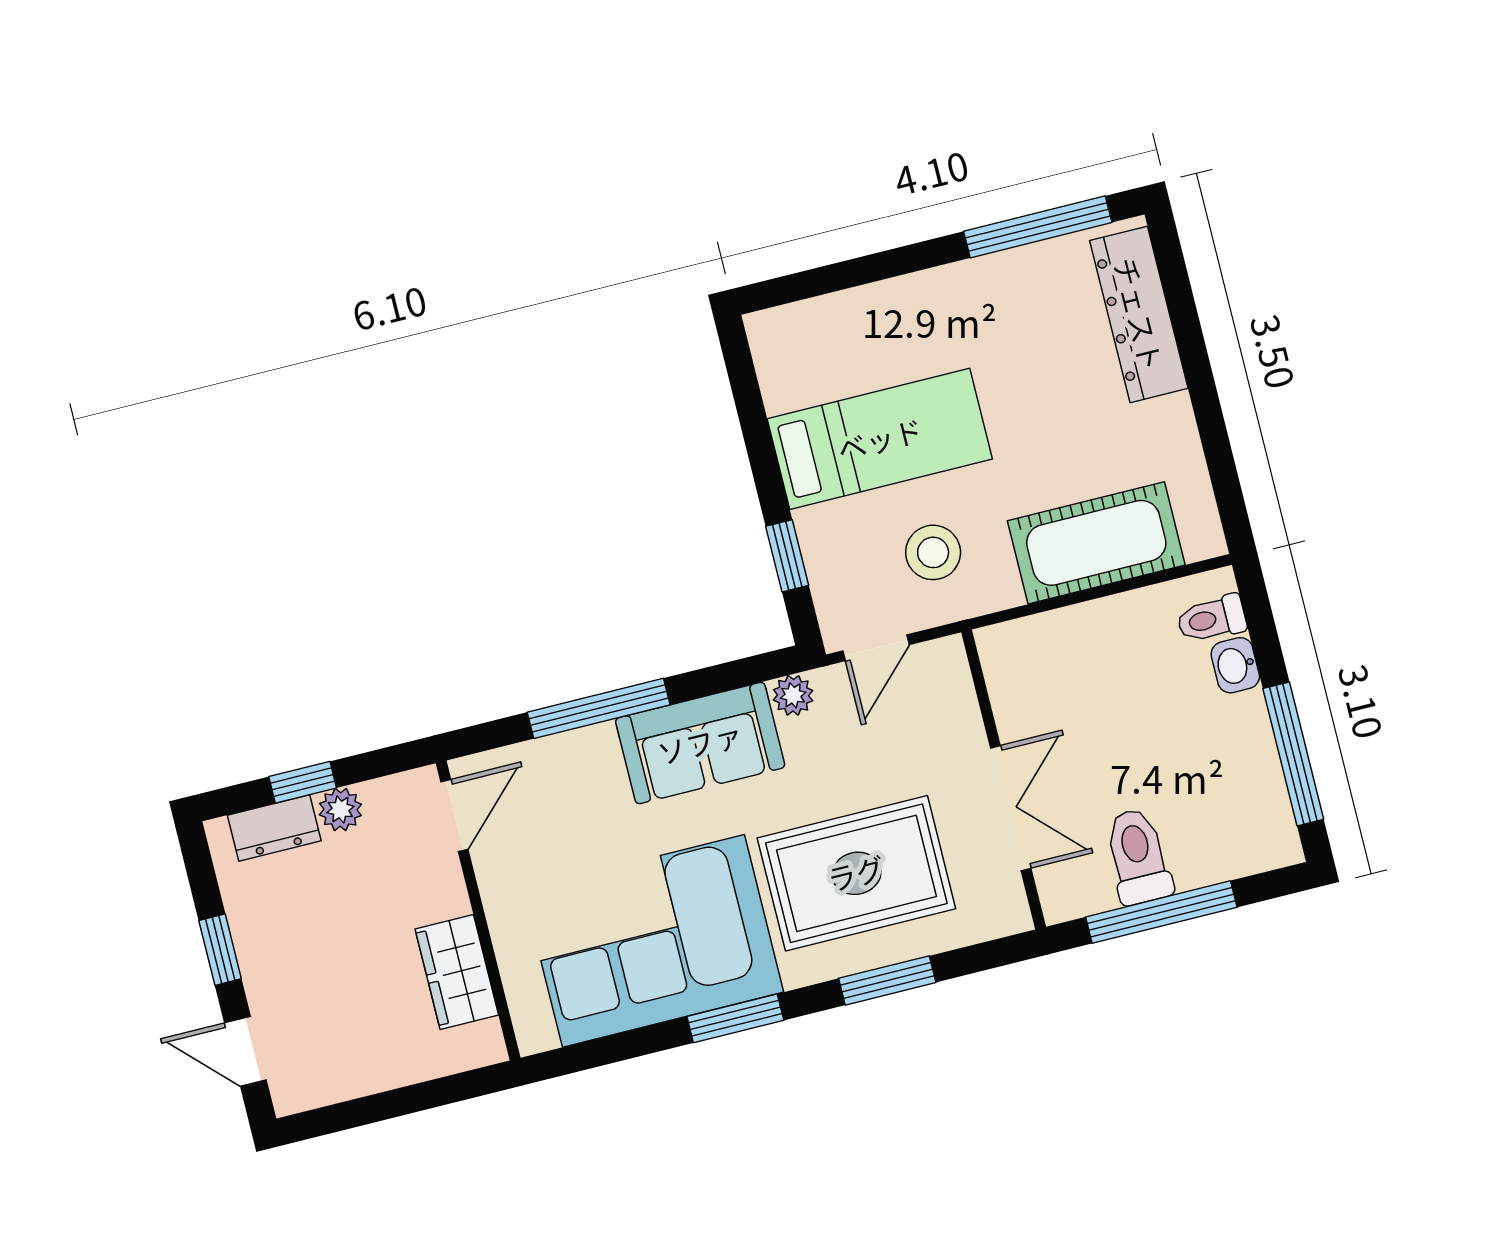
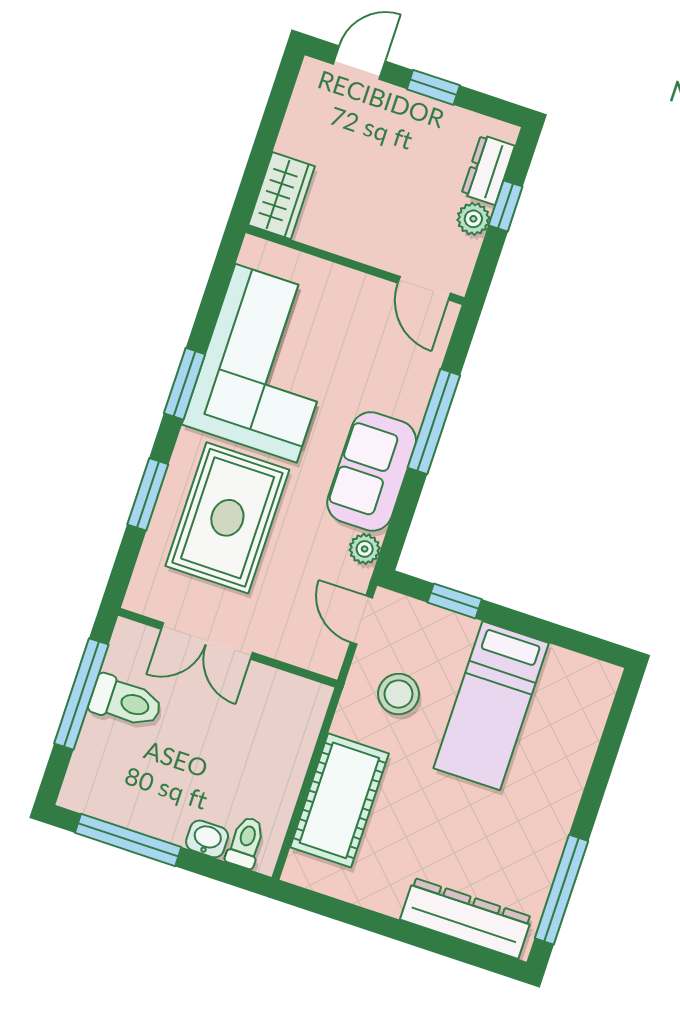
wardrobe: (457, 972) -> (281, 196), moved, turned 90

